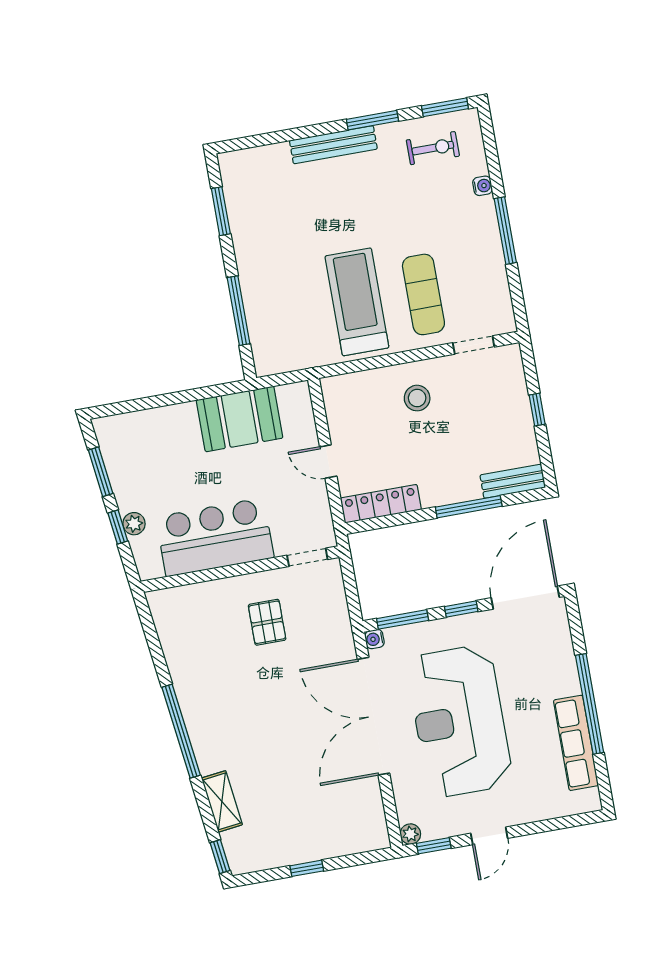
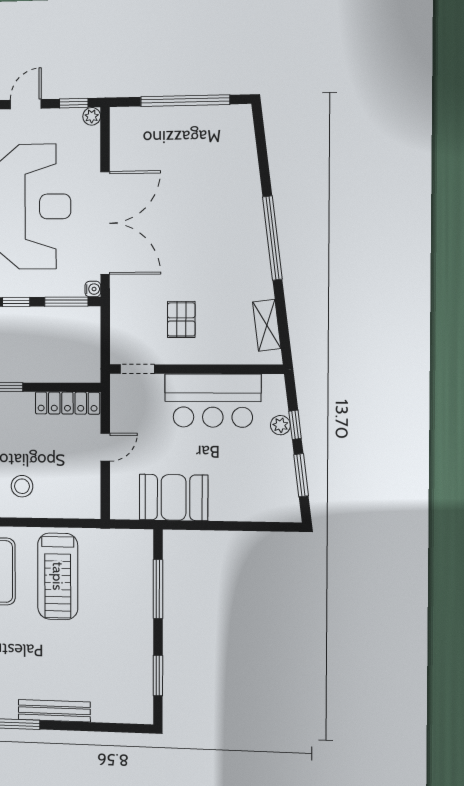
door: (328, 461) -> (105, 447), hinge flipped
shelving: (222, 801) -> (267, 325), moved
window: (220, 857) -> (258, 123), removed
window: (307, 868) -> (185, 101), width x3.17

